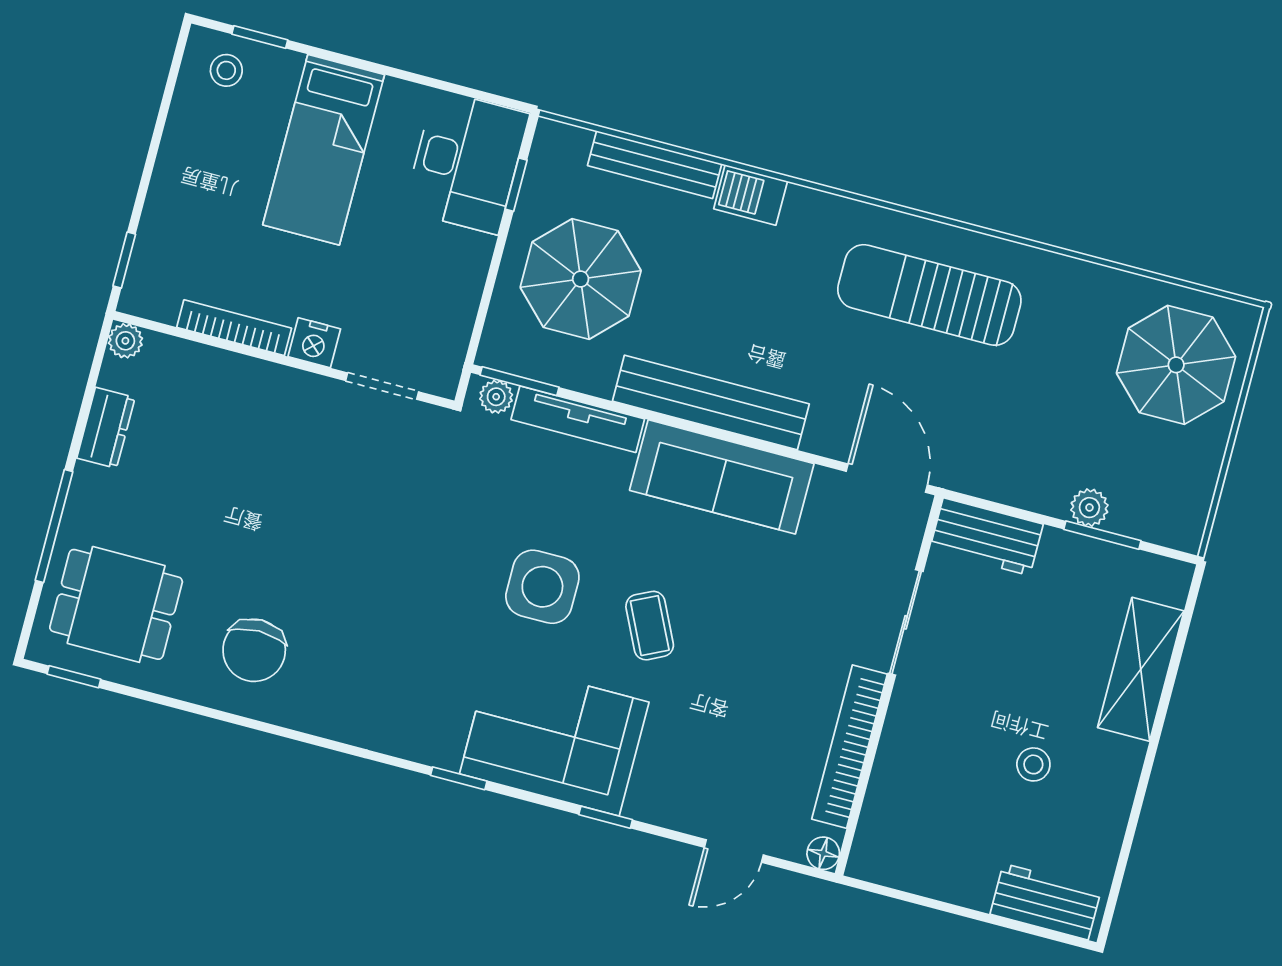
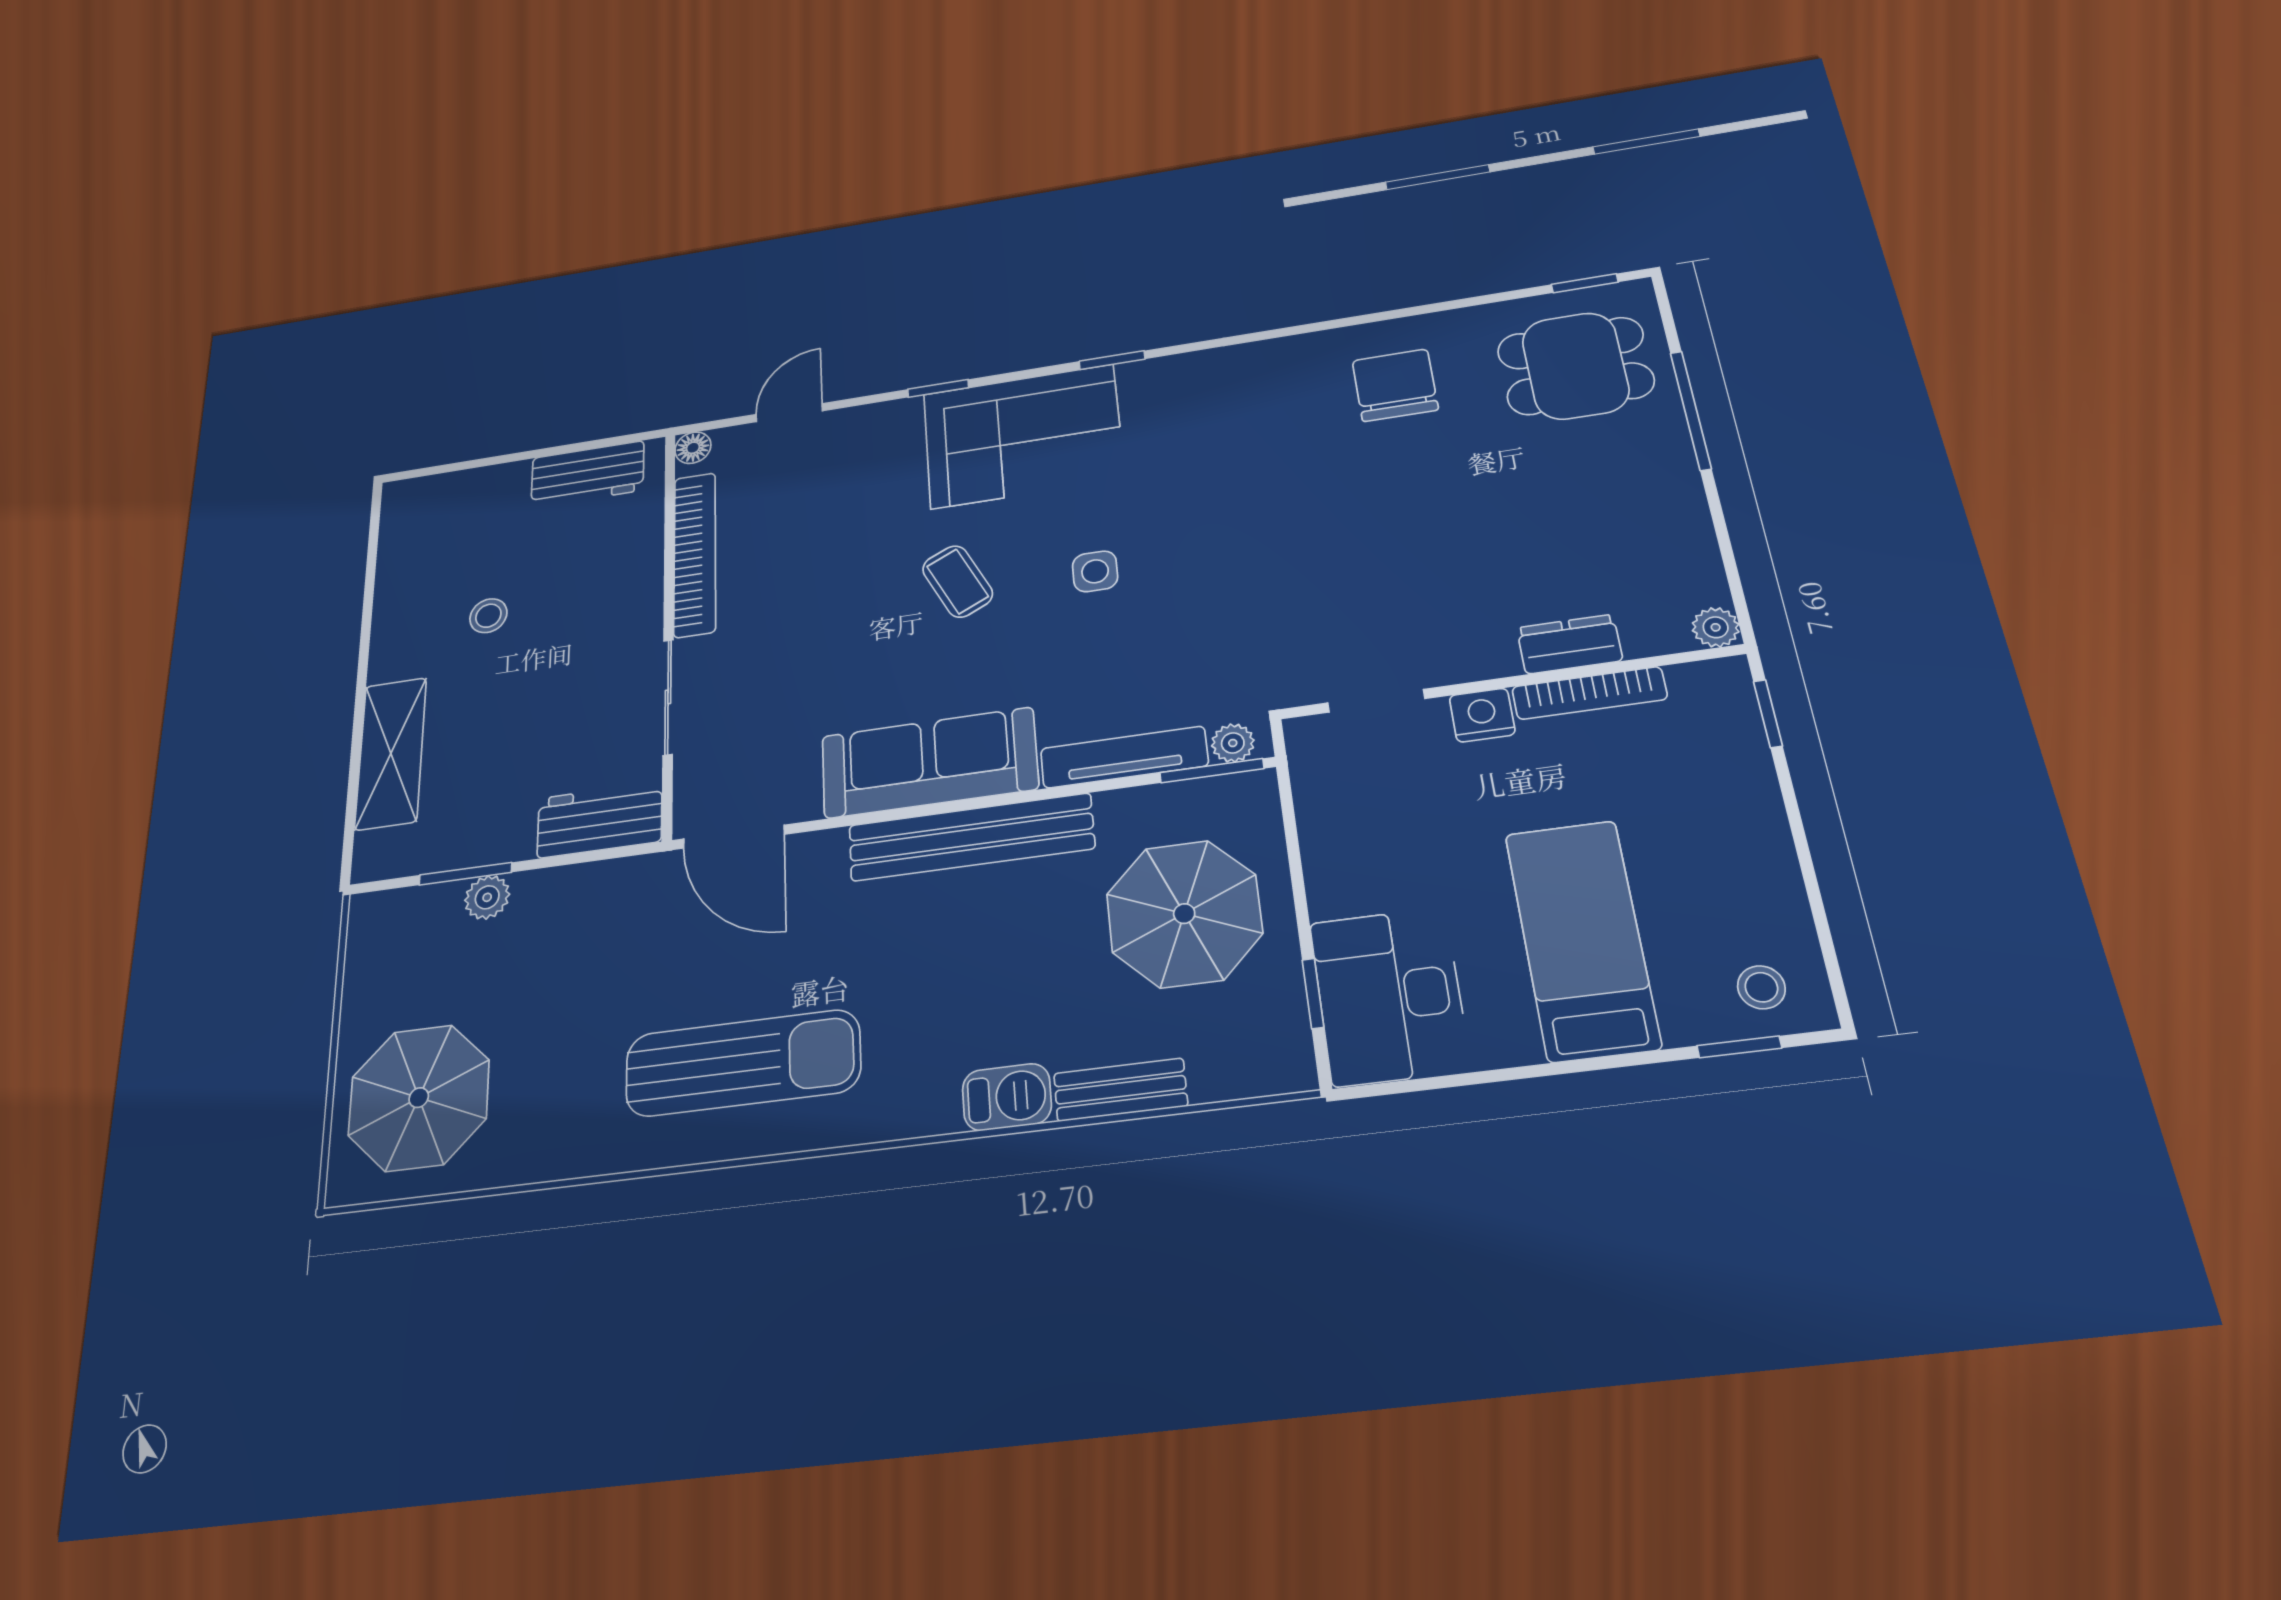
bench: (655, 165) -> (1120, 1090), width x0.73
dresser: (106, 428) -> (1570, 644), moved, turned 90
side table: (542, 587) -> (1095, 571), width x0.54, depth x0.54
workbench: (1046, 902) -> (588, 474), moved

